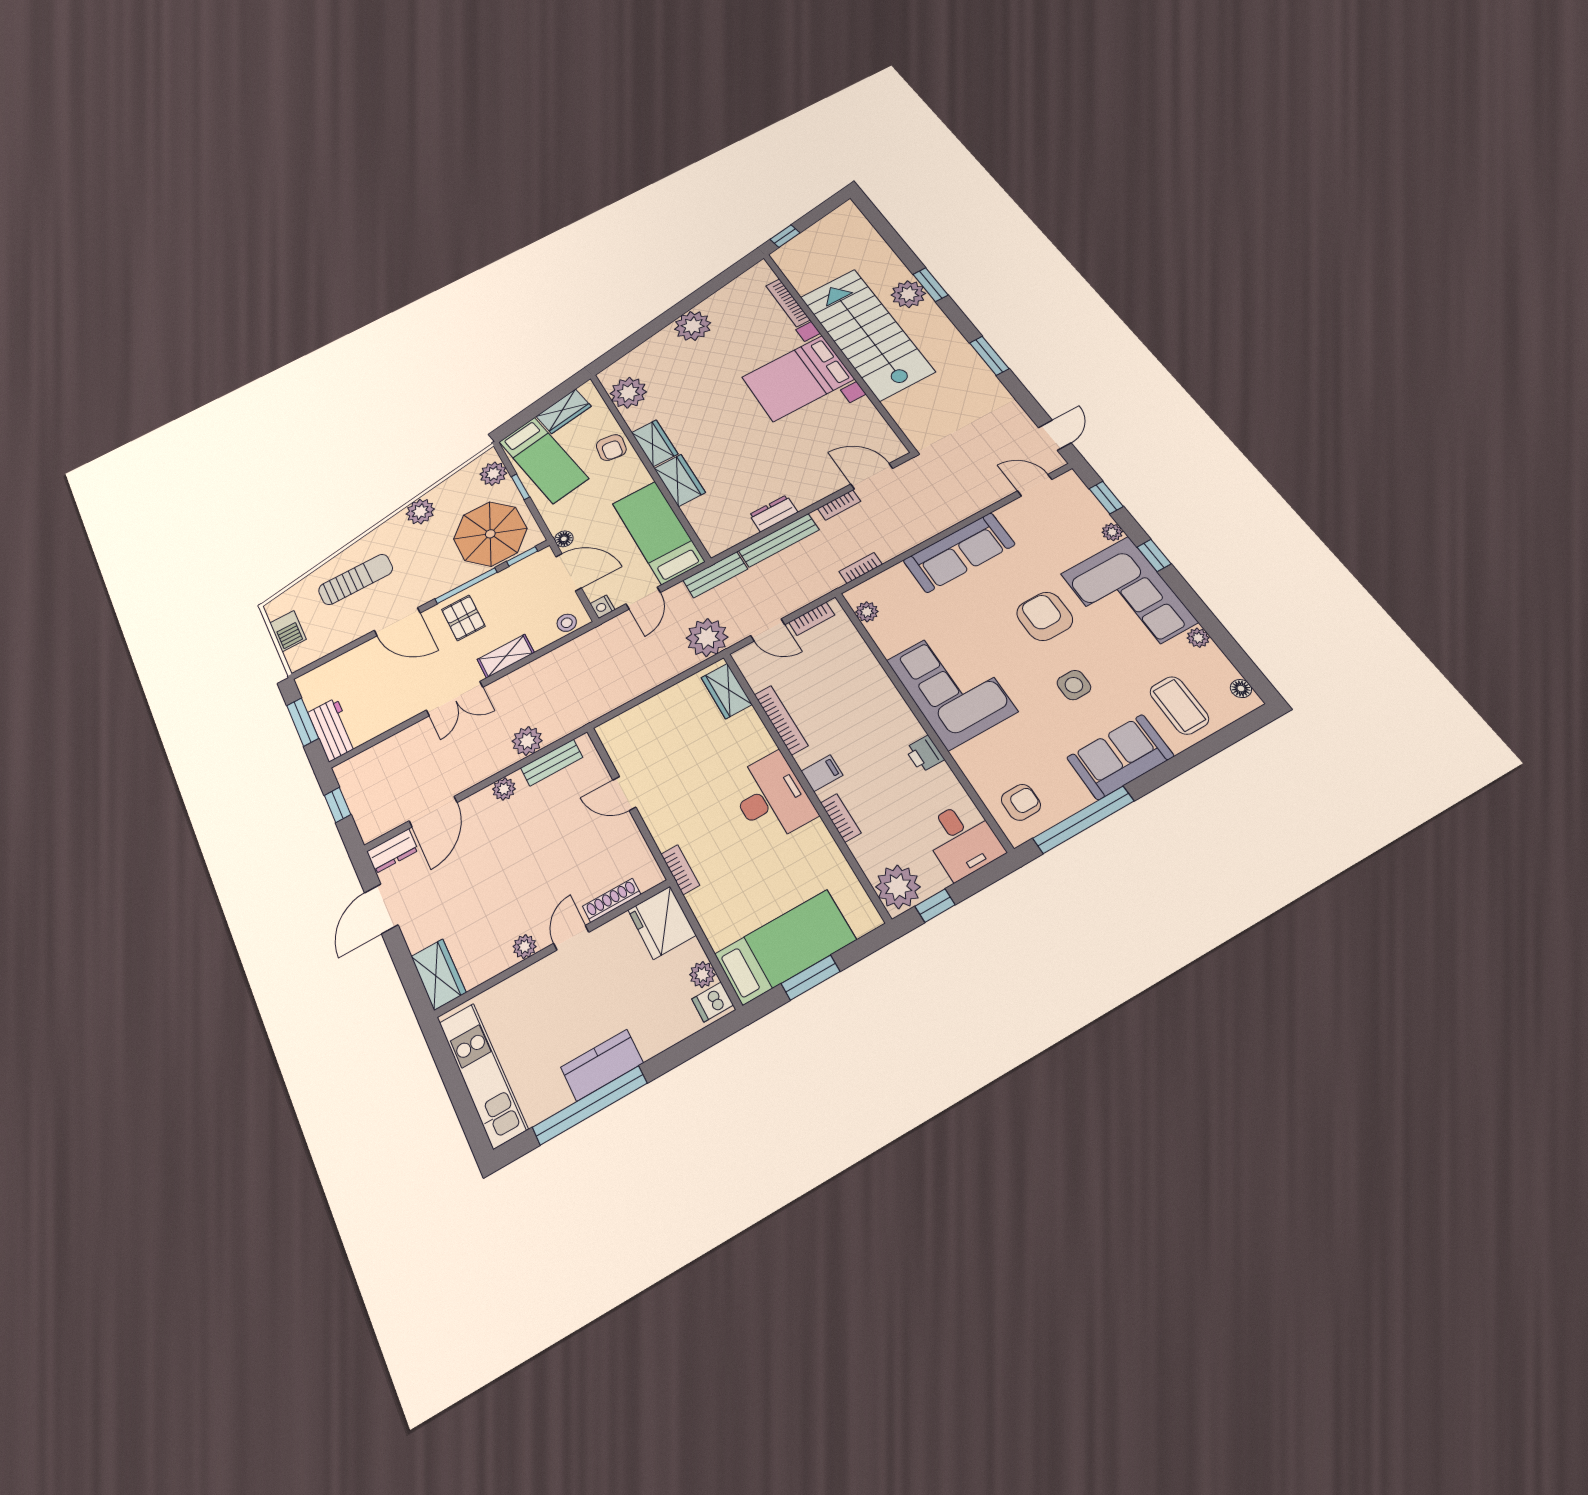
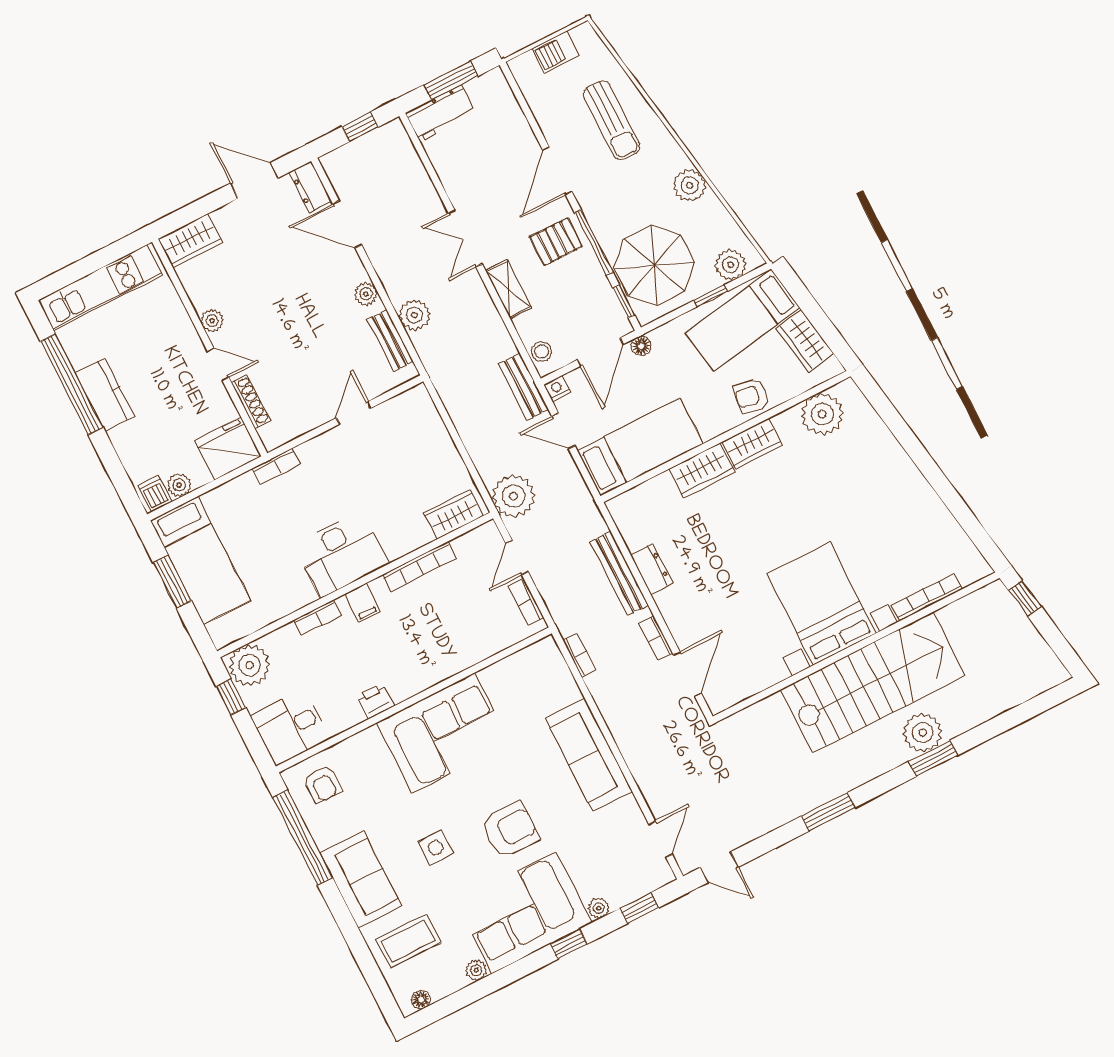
plant: (693, 326) -> (907, 488), removed
bench: (715, 575) -> (524, 387), moved
plant: (867, 612) -> (529, 658), removed

